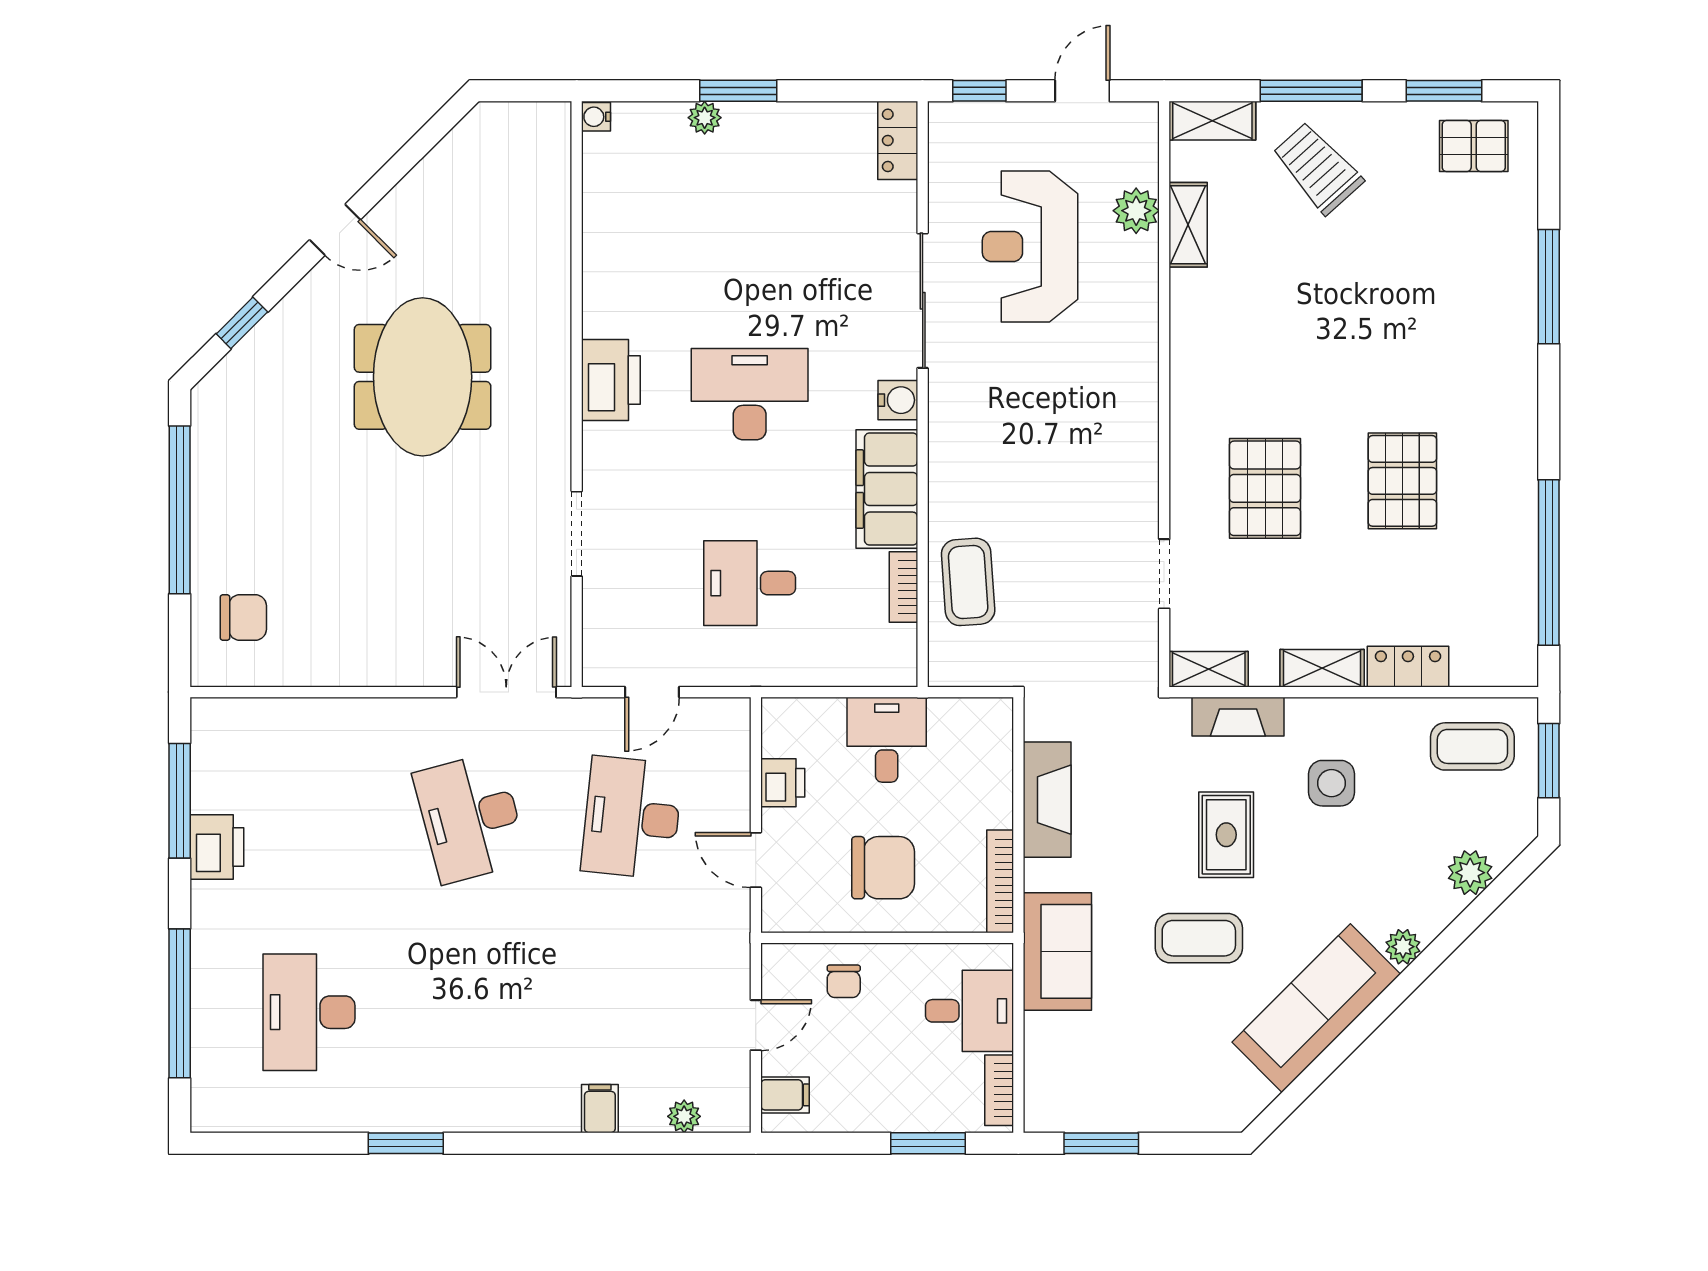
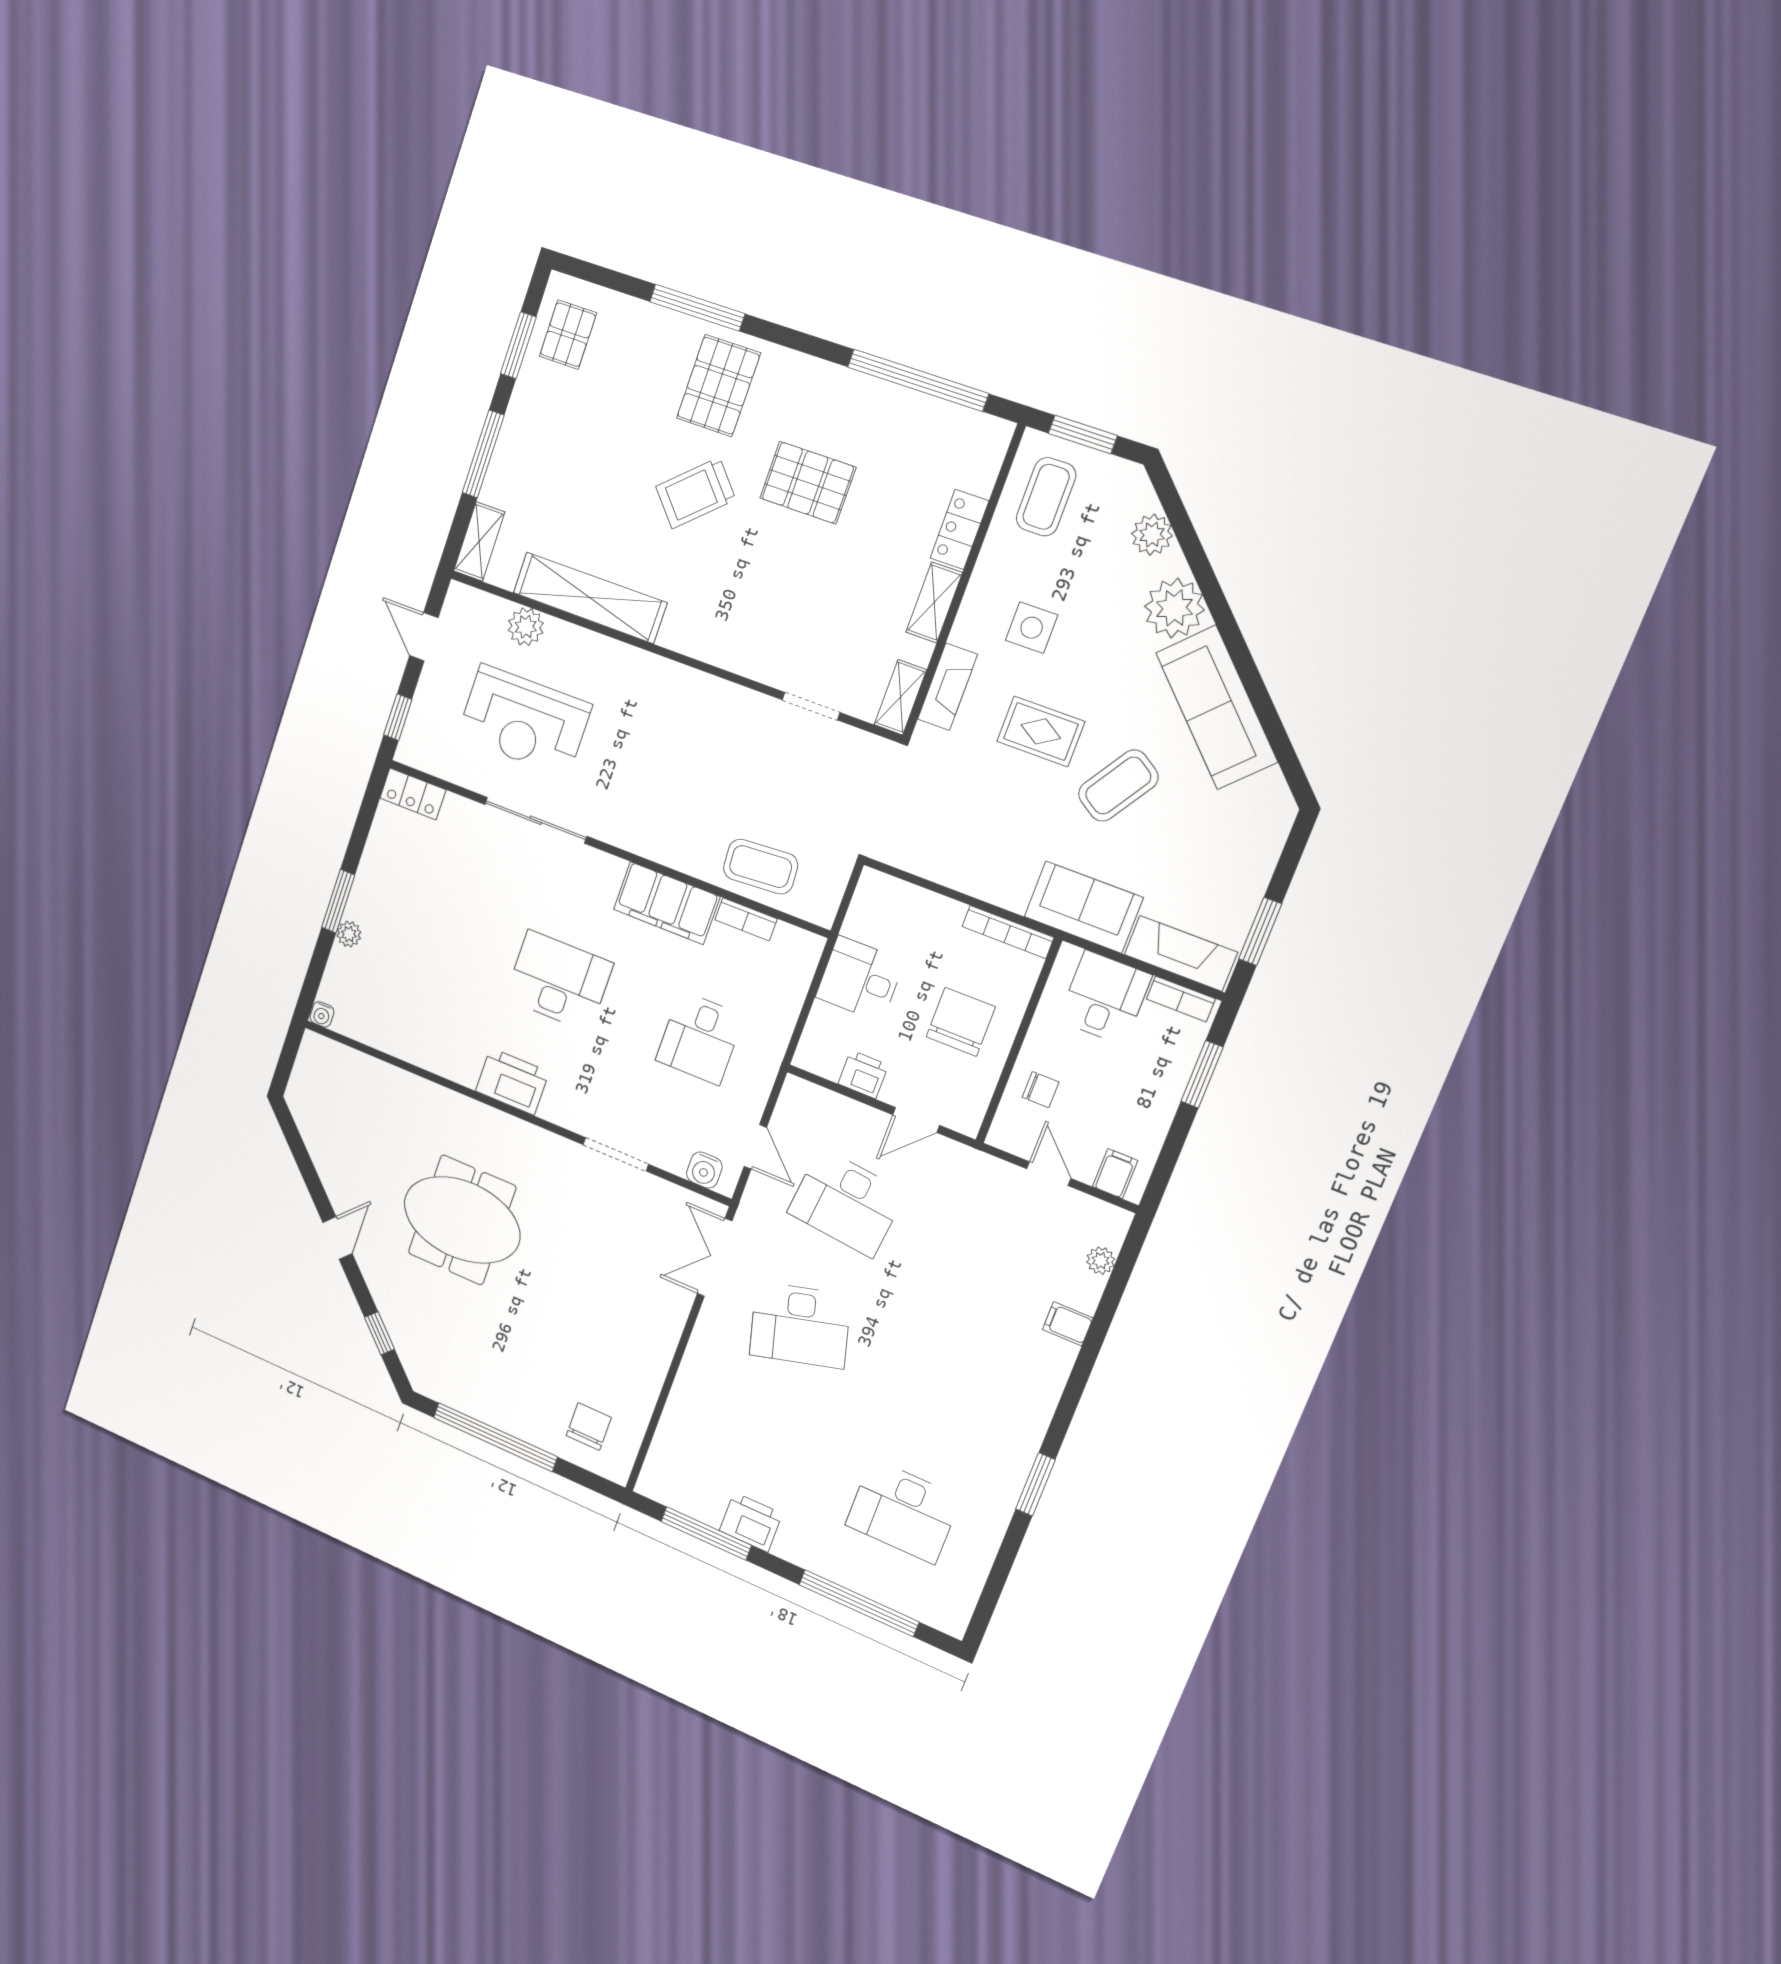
trolley: (1318, 168) -> (696, 493), moved
shelving: (1188, 225) -> (590, 598), width x2.20, depth x1.33
desk: (750, 394) -> (559, 981), turned 90
water cooler: (898, 400) -> (704, 1170), moved, turned 180
pallet: (1265, 488) -> (718, 386), moved, turned 90
fireplace: (1047, 800) -> (1181, 953), moved
coffee table: (1199, 938) -> (1118, 786), turned 33
plant: (1403, 947) -> (1174, 608), width x1.88, depth x1.88

